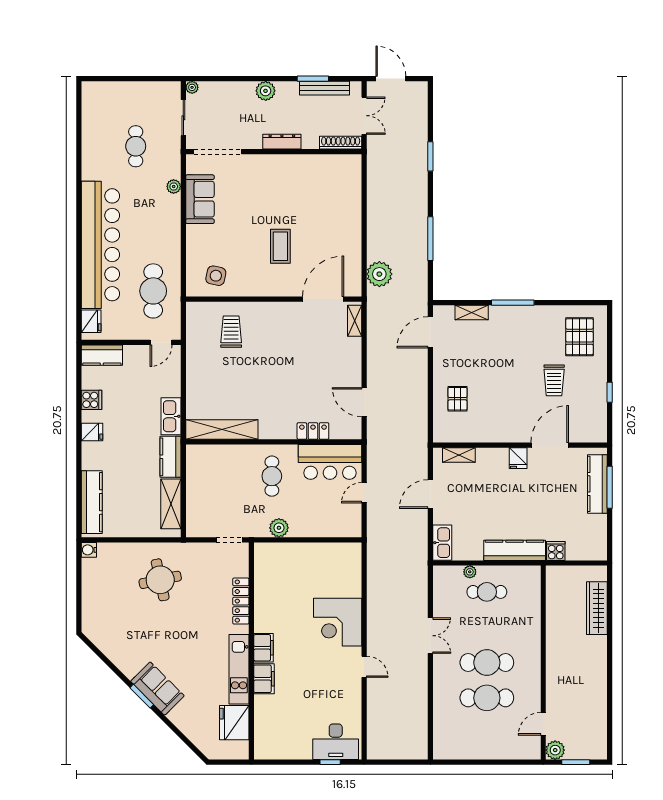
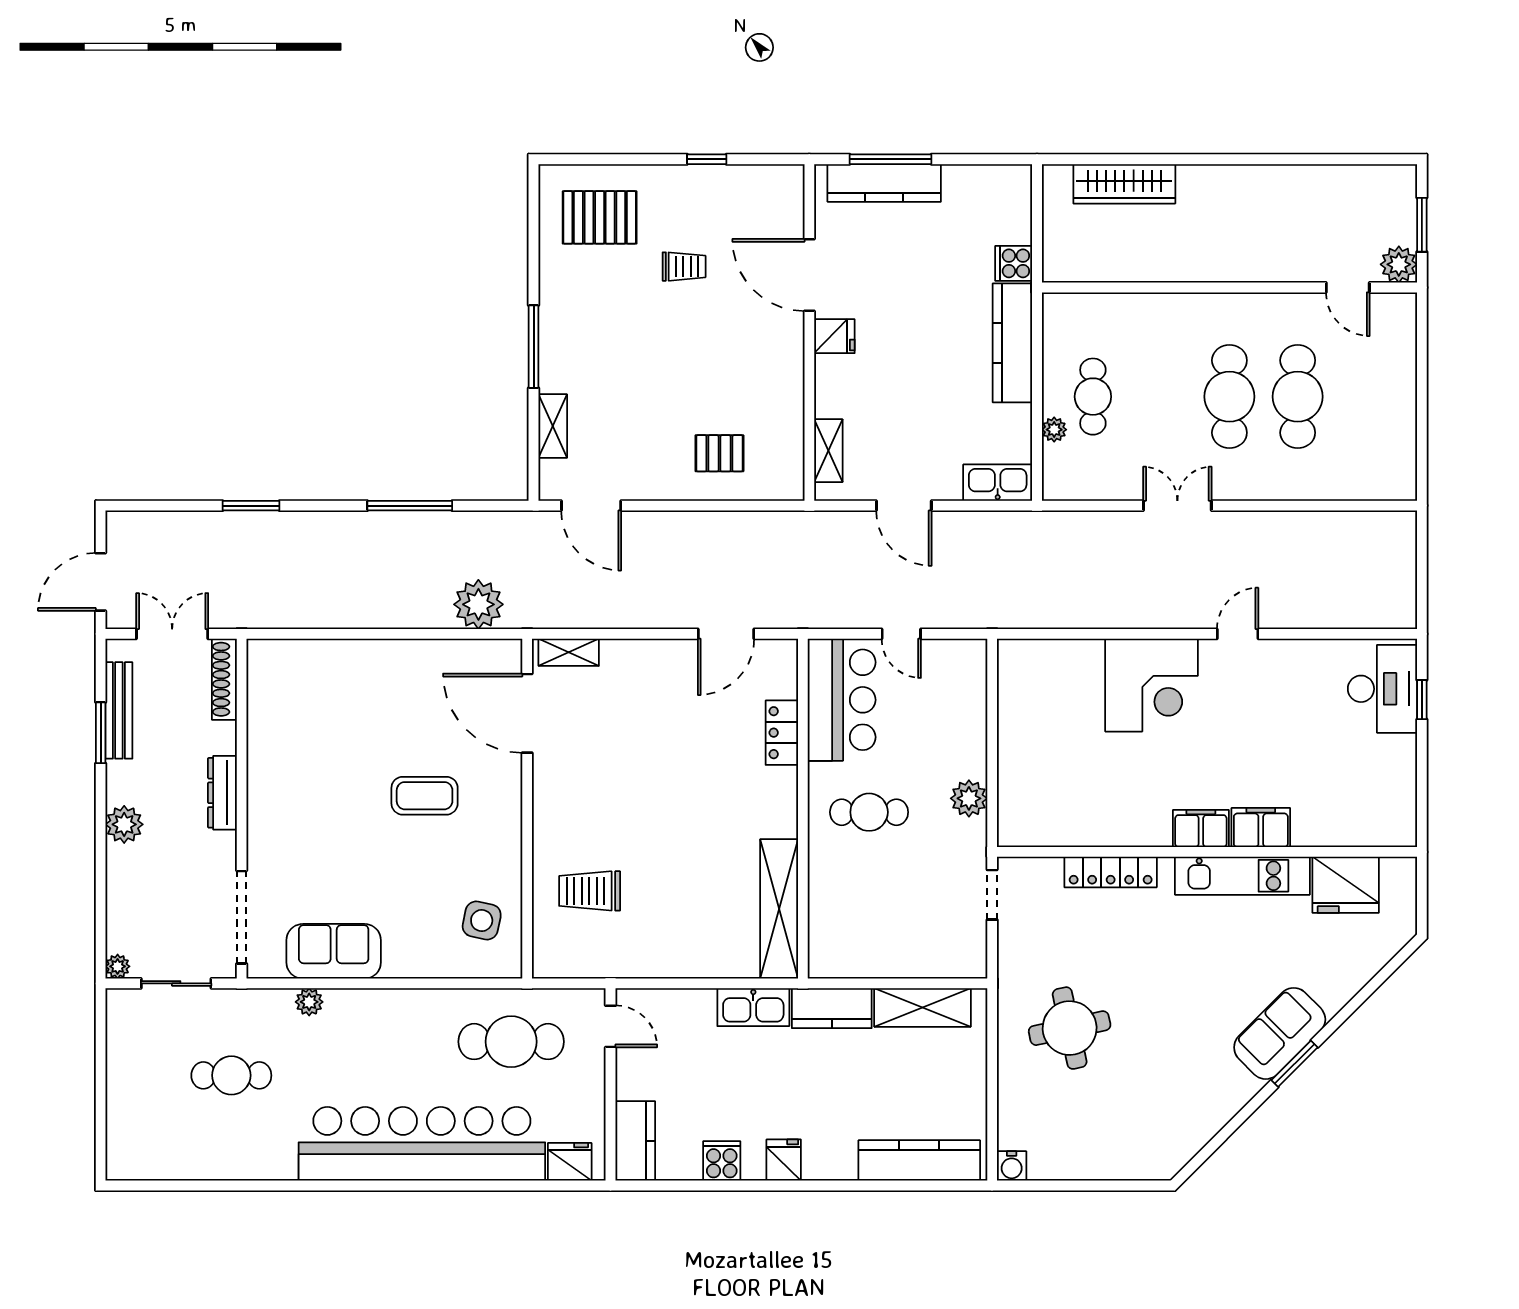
trolley: (554, 380) -> (684, 267), width x0.73, depth x0.72

